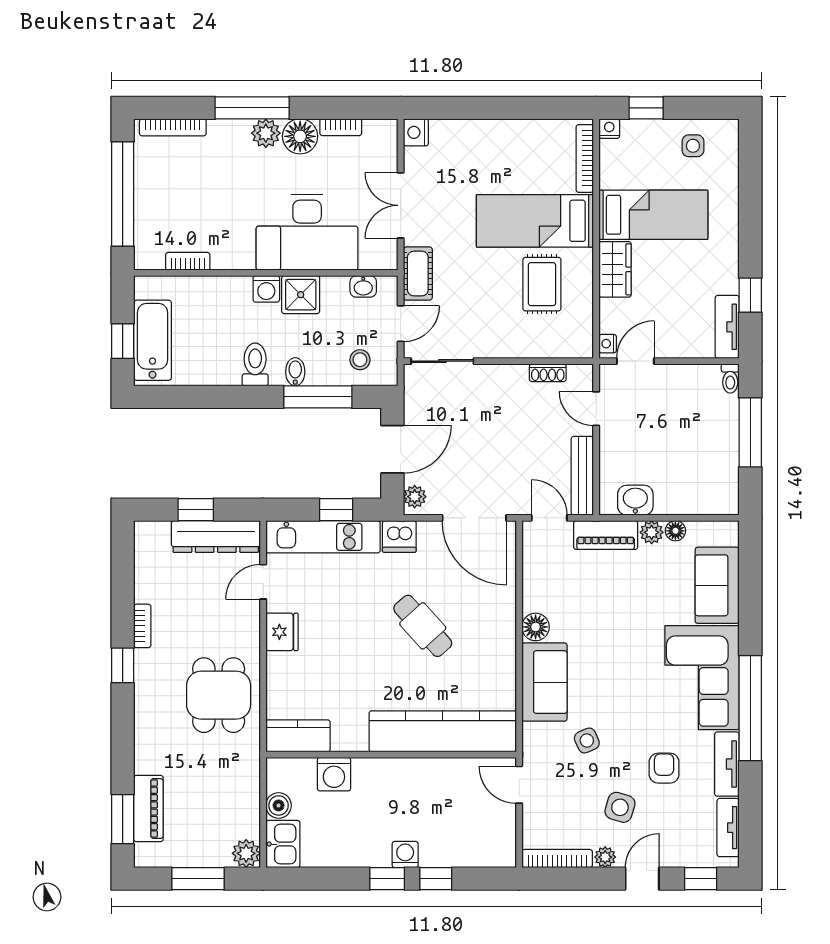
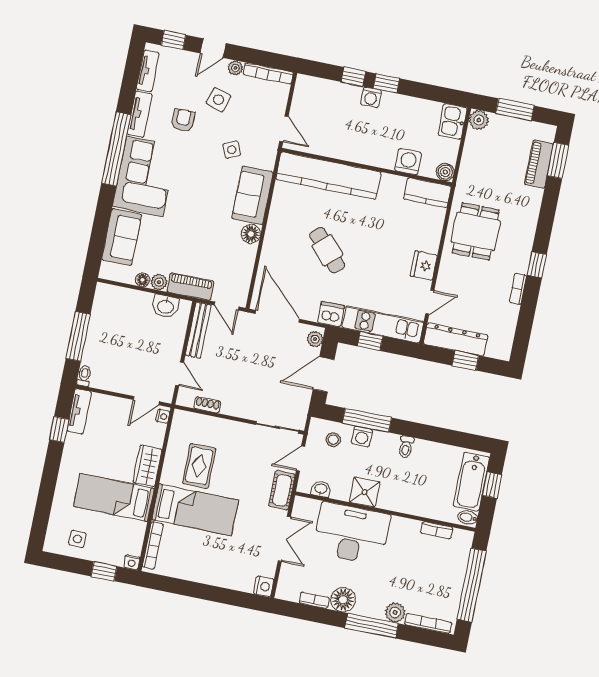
plant: (266, 133) -> (395, 612), moved
washing machine: (266, 289) -> (362, 436), moved, turned 180
toilet: (255, 364) -> (406, 447), width x0.73, depth x0.72
bidet: (295, 372) -> (468, 517), moved, turned 90
armchair: (664, 768) -> (183, 120), turned 180
boiler: (279, 805) -> (445, 172), moved

